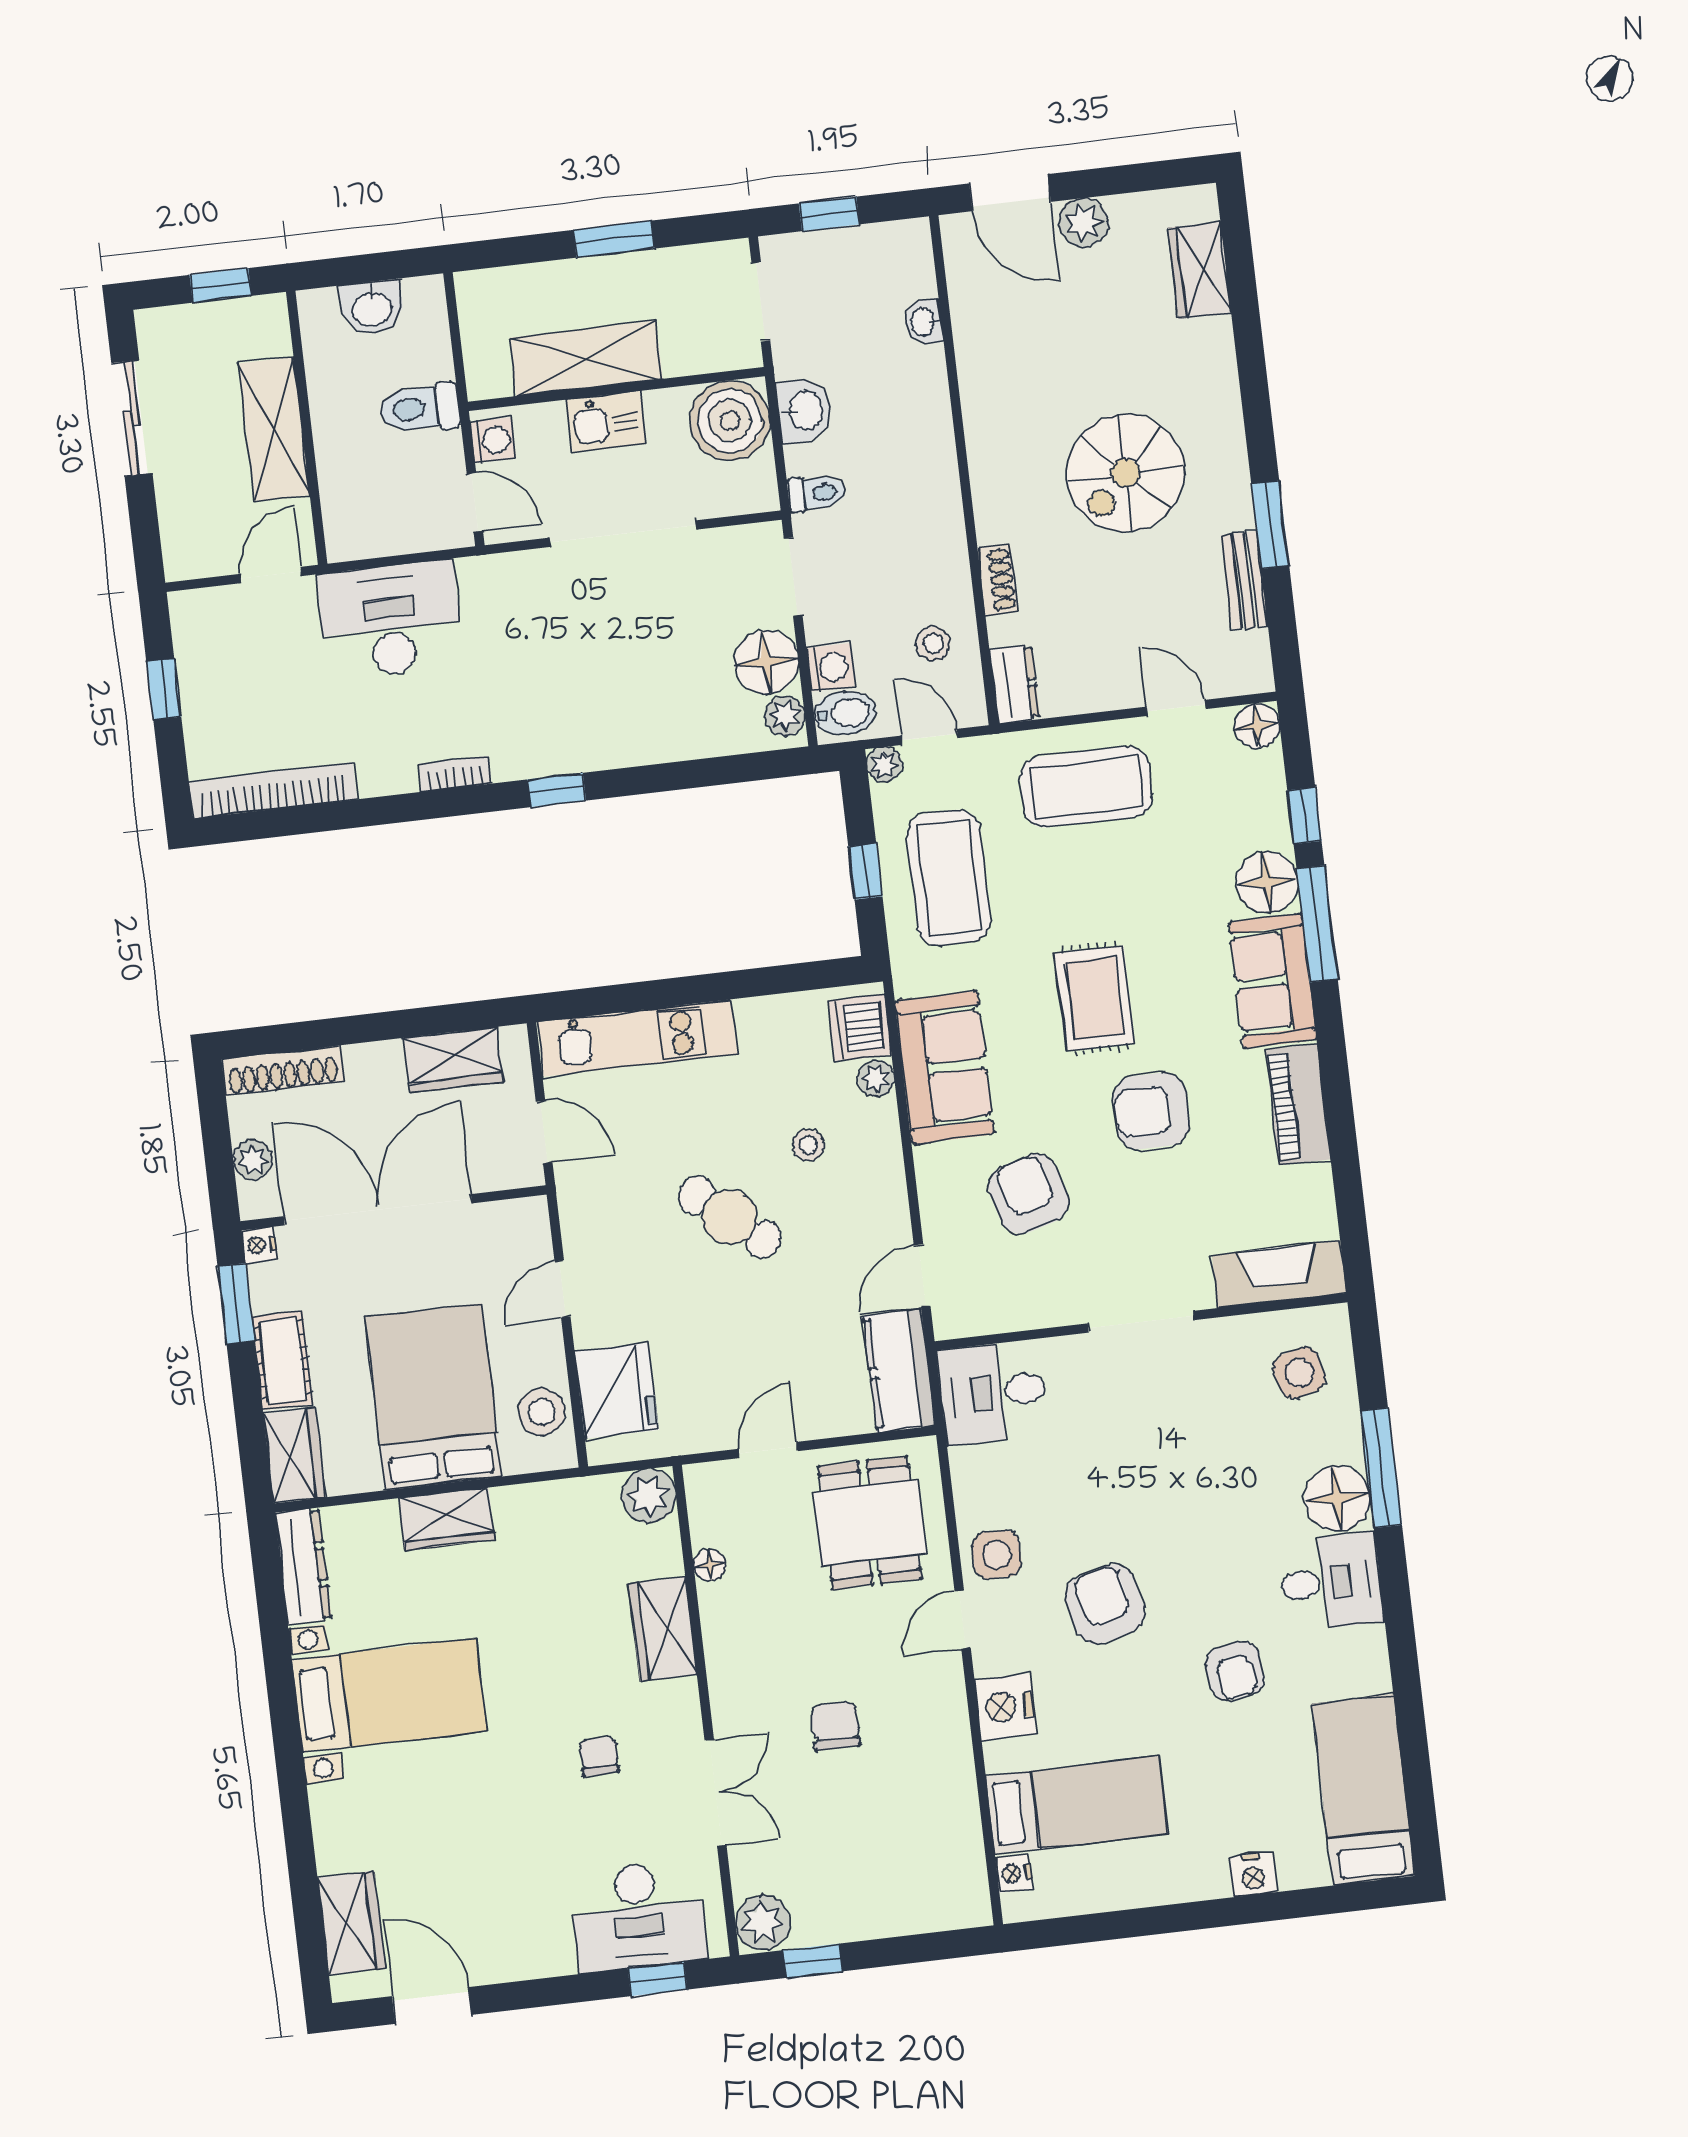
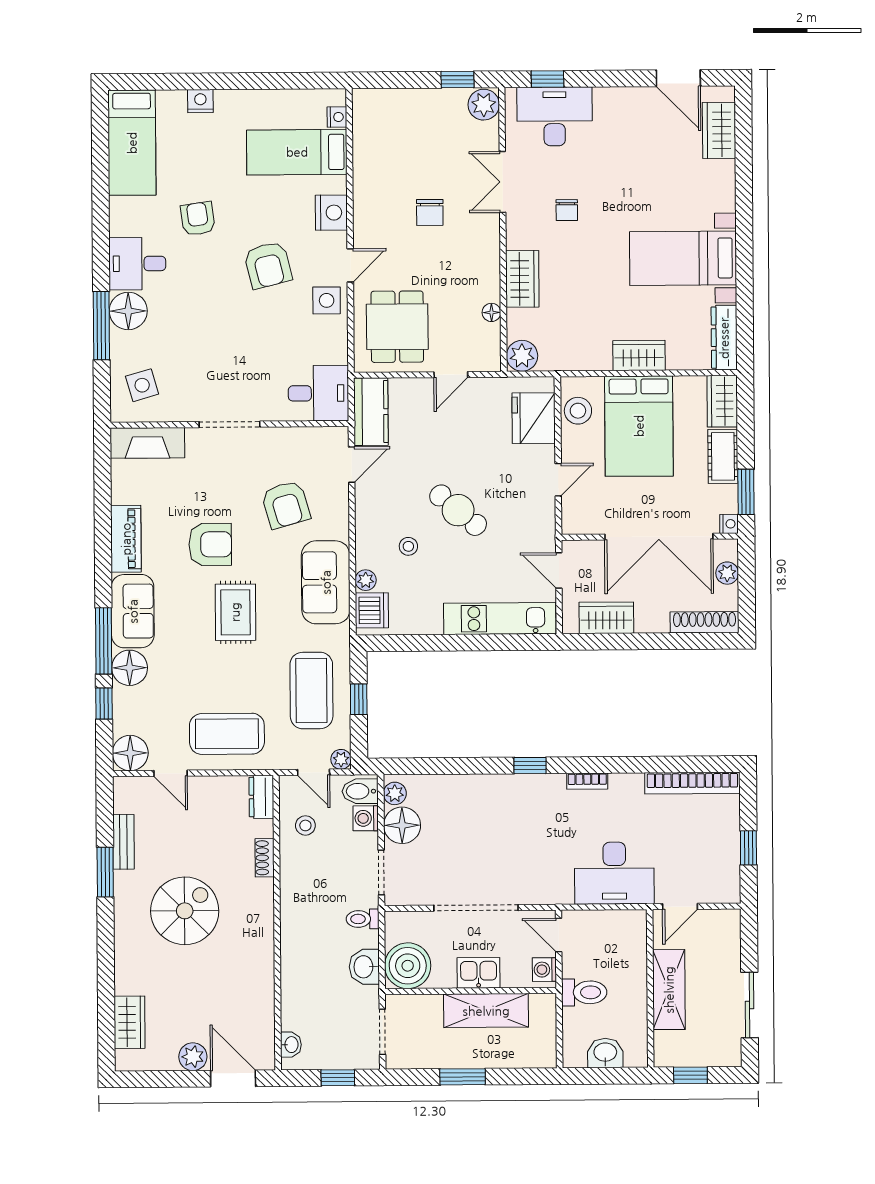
washbasin: (924, 322) -> (291, 1045), moved
floor lamp: (1257, 726) -> (130, 753), width x1.38, depth x1.38

